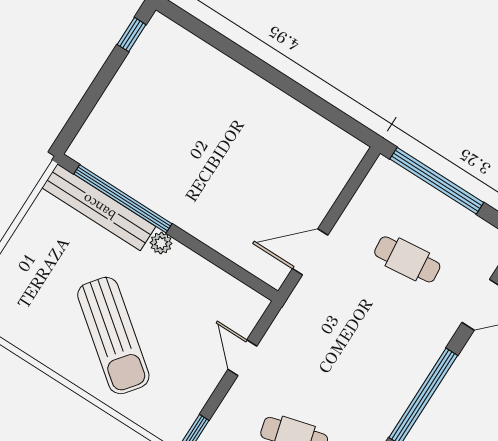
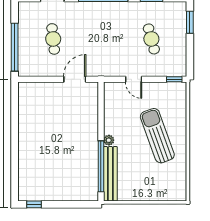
door: (310, 252) -> (75, 79), swing flipped
sun lounger: (113, 336) -> (157, 136), turned -58
door: (242, 358) -> (134, 79), hinge flipped

